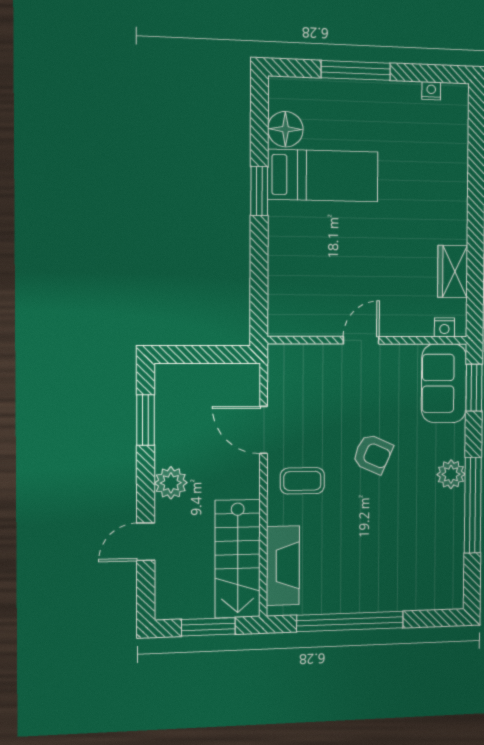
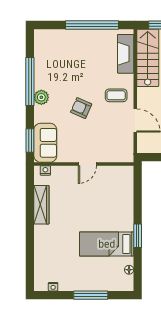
floor lamp: (285, 129) -> (129, 270), width x0.53, depth x0.53
wardrobe: (453, 271) -> (41, 205), width x1.50

